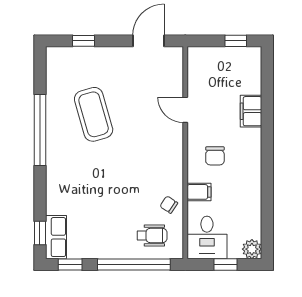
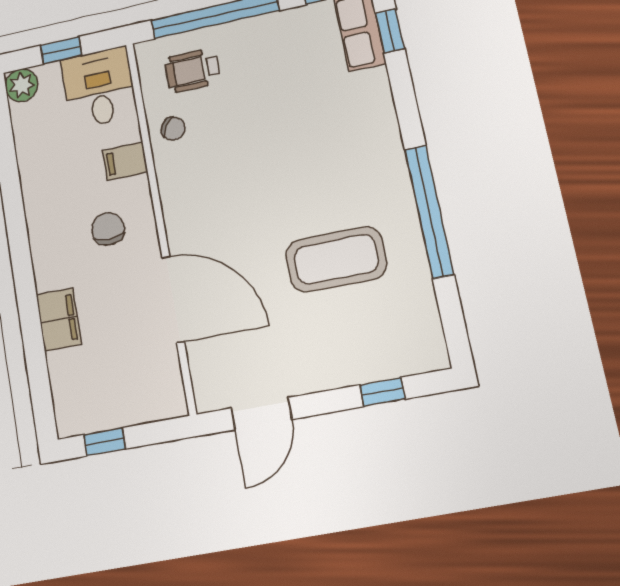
door: (185, 110) -> (173, 299), width x1.87
coffee table: (94, 114) -> (336, 259), turned -74

